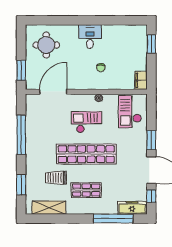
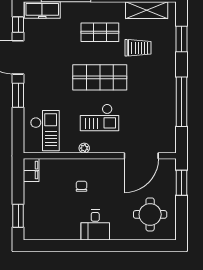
shop shelf: (86, 154) -> (100, 77), width x0.71

